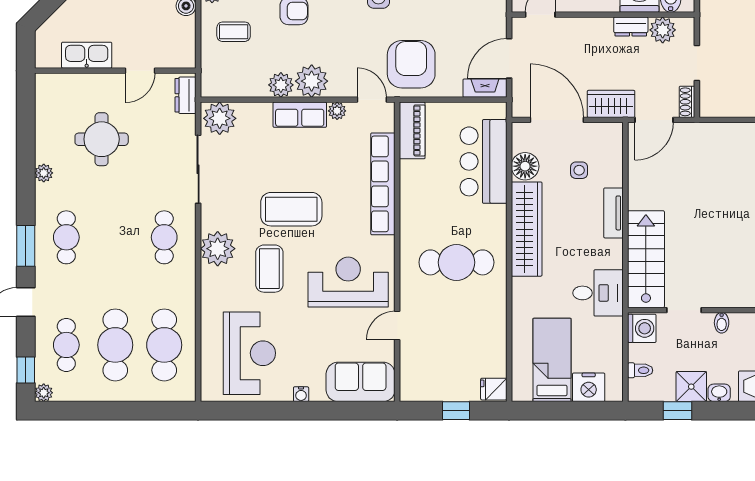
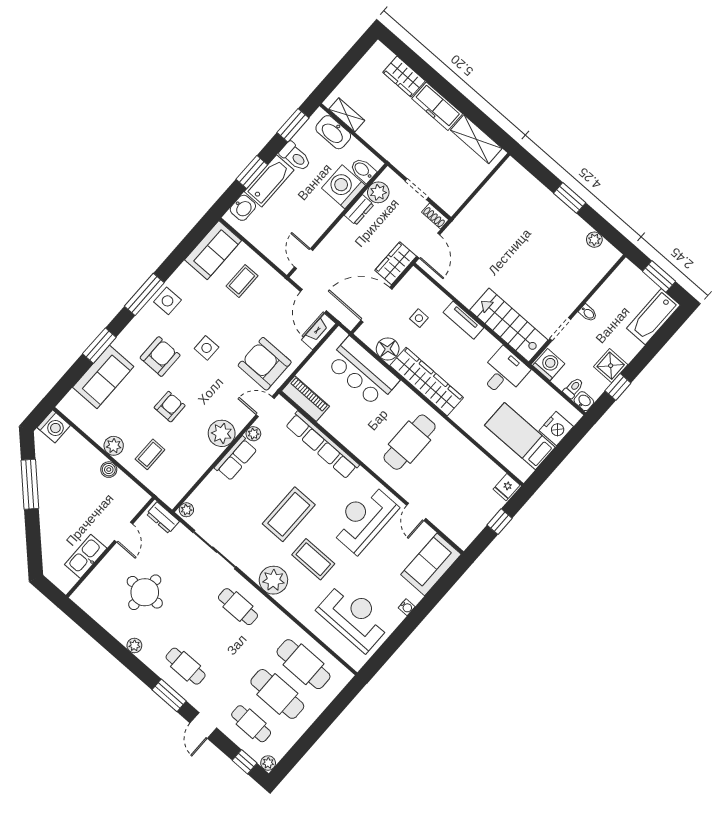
plant: (281, 85) -> (208, 454), removed
plant: (220, 118) -> (186, 510), width x0.53, depth x0.53
washbasin: (719, 393) -> (584, 401), moved, turned 90

